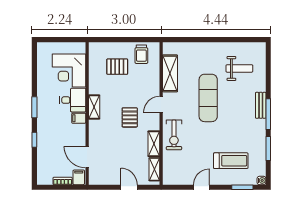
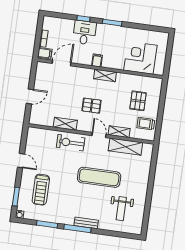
desk: (73, 100) -> (84, 33), moved, turned 180
shelving: (154, 169) -> (119, 132), moved

